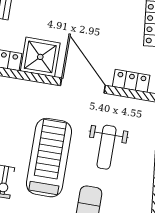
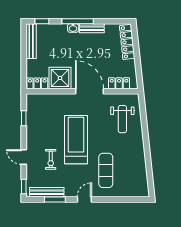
weight bench: (107, 147) -> (122, 119), moved

